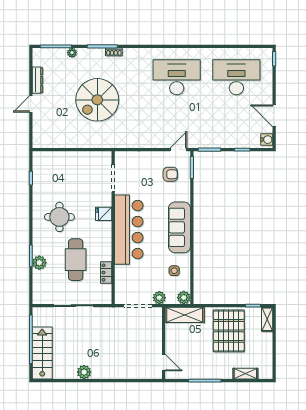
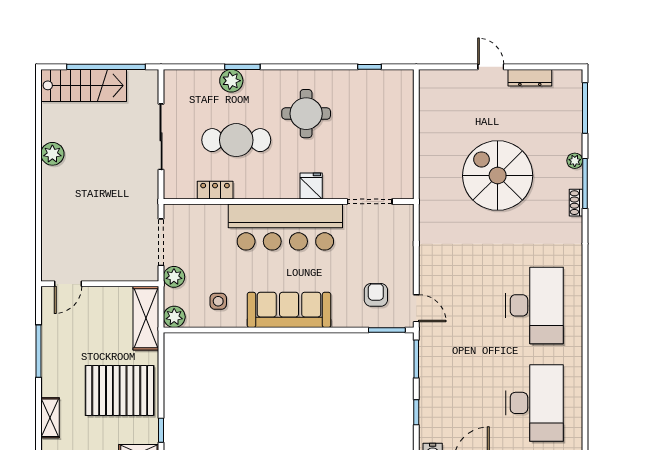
plant: (72, 53) -> (575, 161), moved
armchair: (170, 174) -> (376, 295), turned 180

